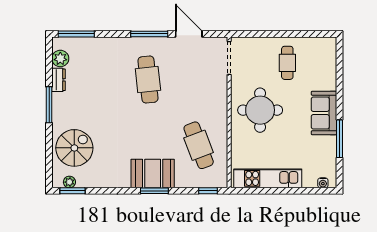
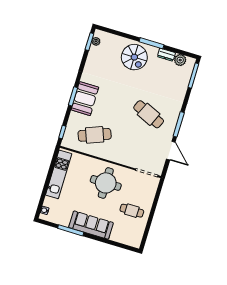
door: (189, 34) -> (171, 151), hinge flipped
cafe table: (148, 80) -> (149, 114), turned 30
sofa: (324, 113) -> (91, 225), width x1.36
spiral stairs: (74, 148) -> (134, 57), moved

